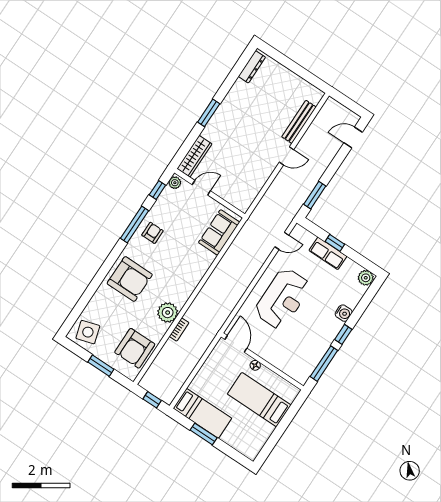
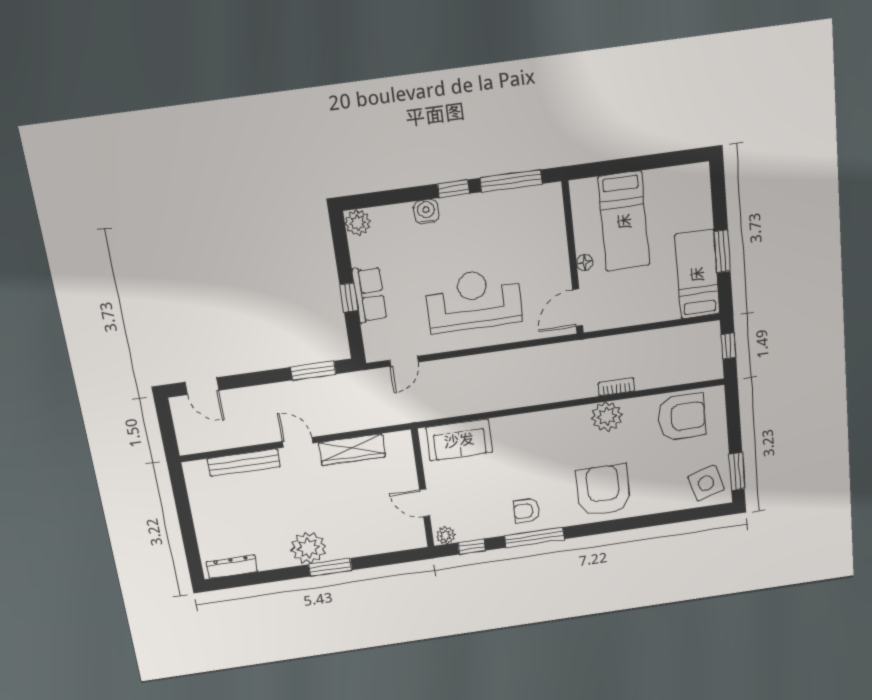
plant: (228, 112) -> (308, 548), added
wardrobe: (194, 156) -> (352, 450), moved, turned 180
door: (282, 241) -> (404, 361), swing flipped
window: (101, 366) -> (737, 472), moved

